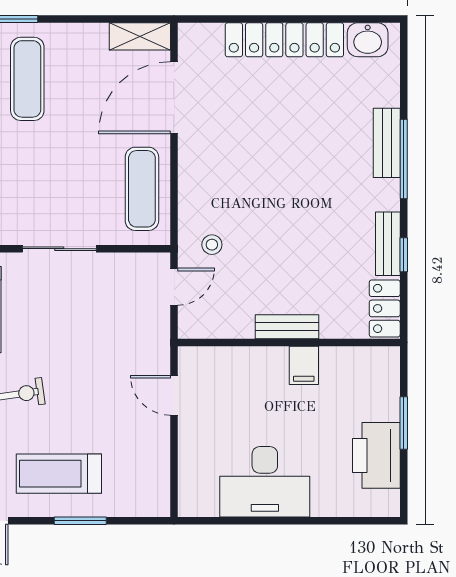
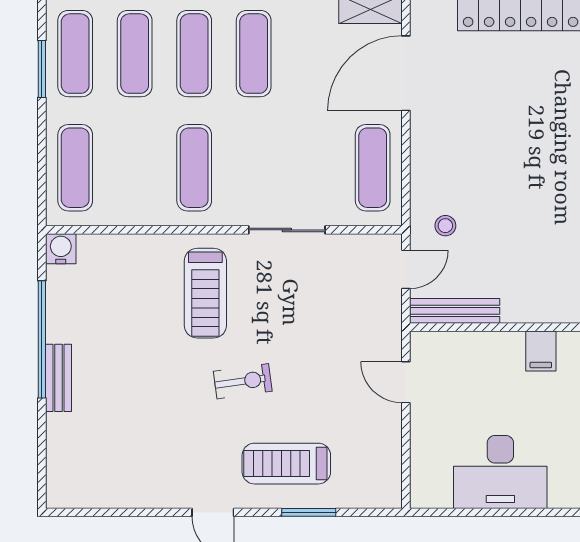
bench: (287, 327) -> (455, 311), moved, width x1.36

